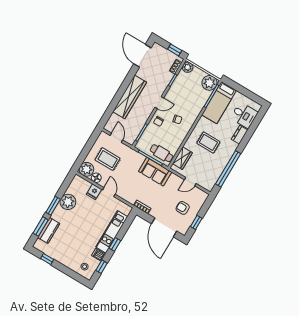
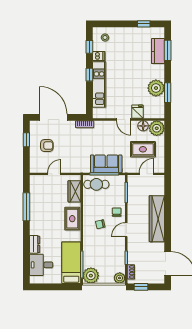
door: (116, 138) -> (147, 174), swing flipped
rug: (208, 142) -> (72, 219), moved, turned 90
window: (228, 169) -> (26, 207), width x0.68
sofa: (155, 172) -> (106, 164), moved
window: (53, 206) -> (168, 93), moved

